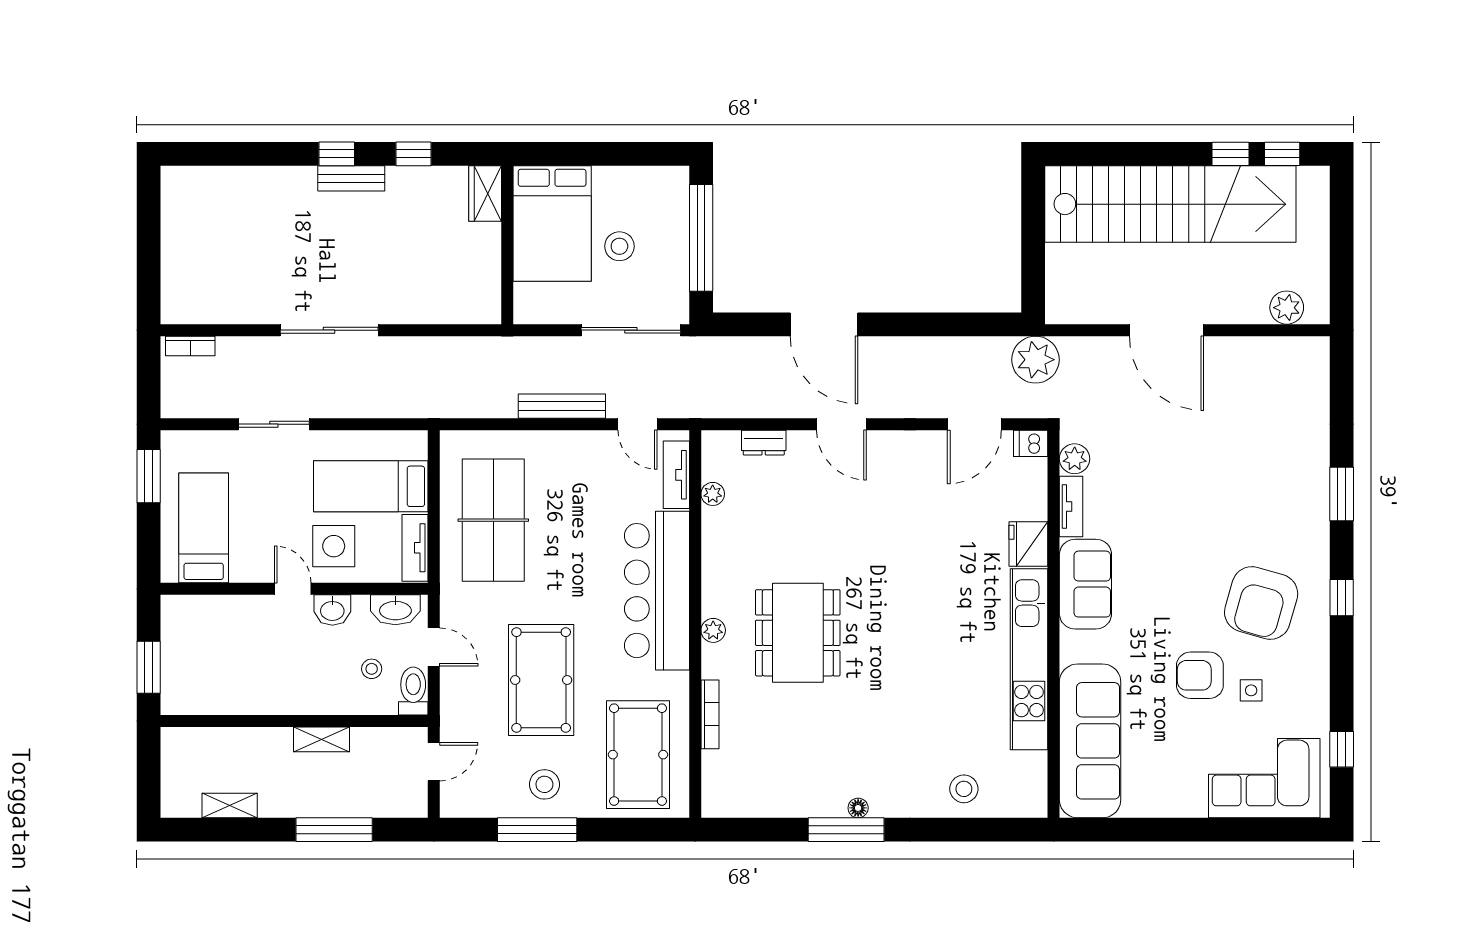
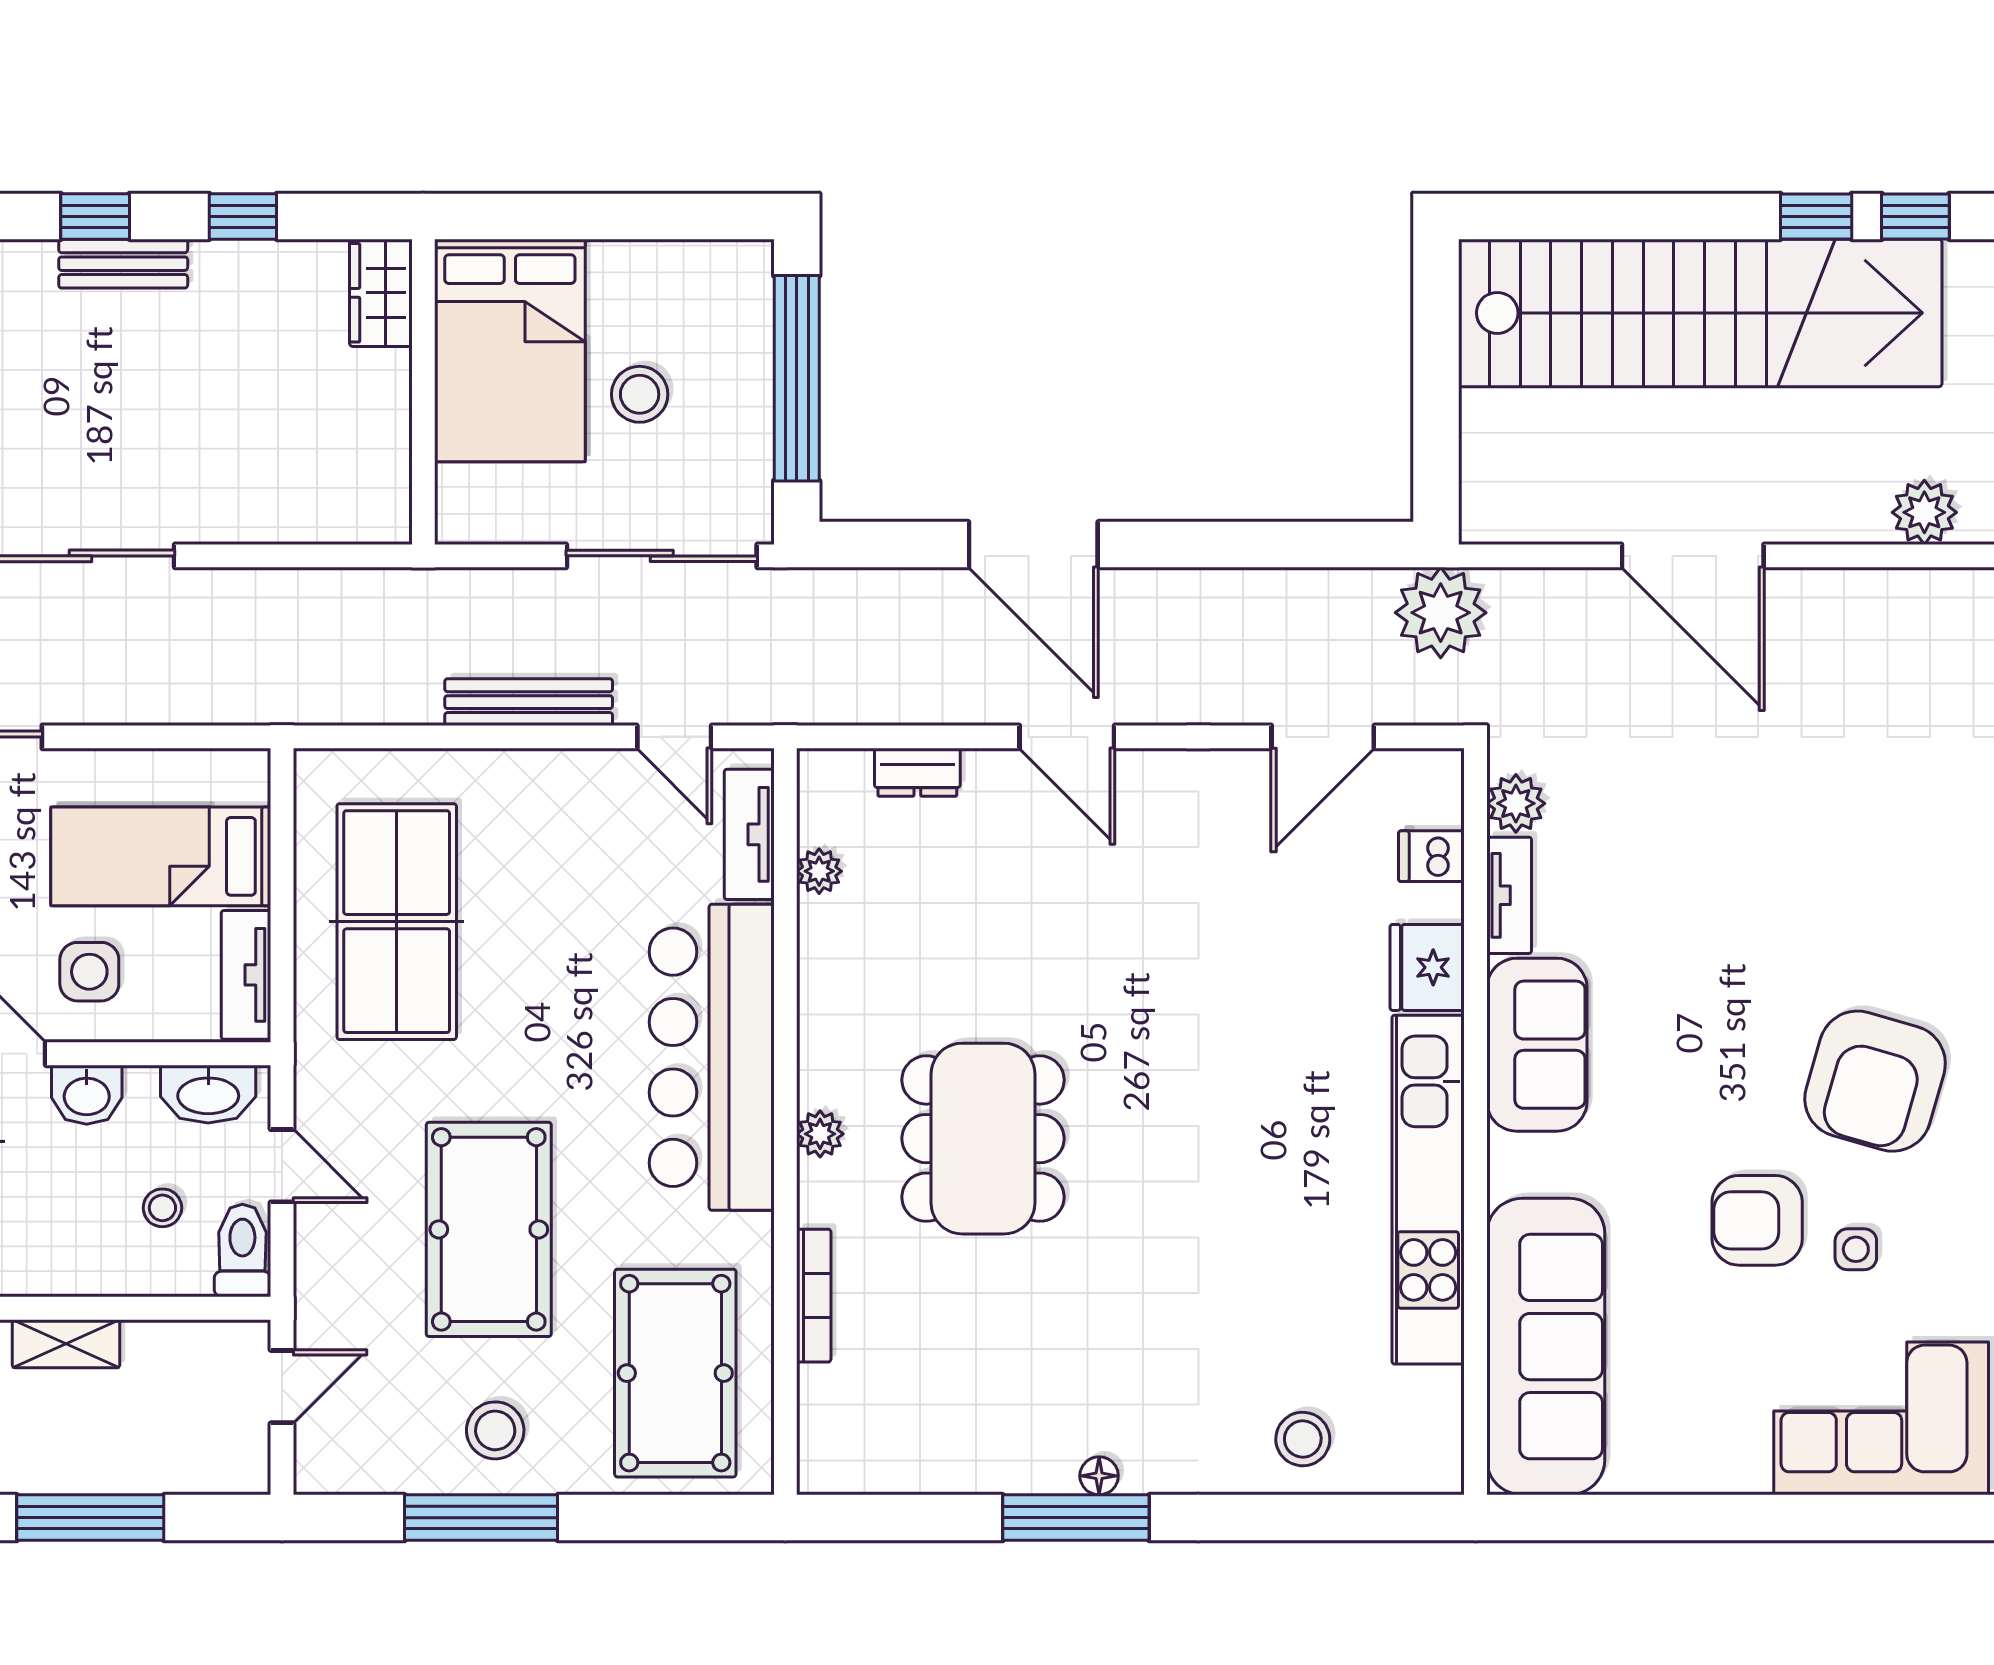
dishwasher: (1031, 443) -> (1431, 856), moved
side table: (334, 546) -> (89, 972), width x0.73, depth x0.73

